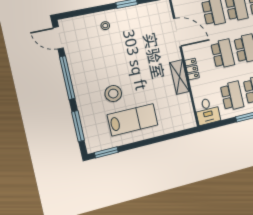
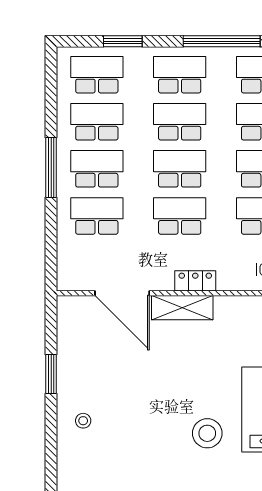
door: (177, 32) -> (122, 293), swing flipped
shelving: (179, 77) -> (182, 308), moved

